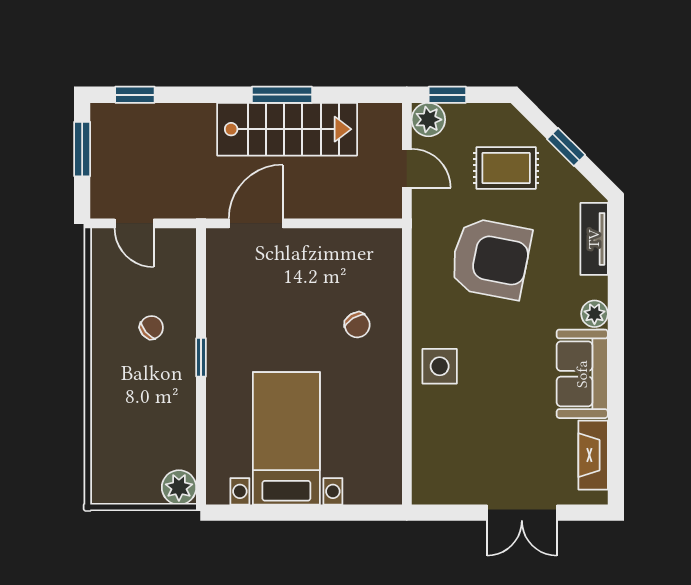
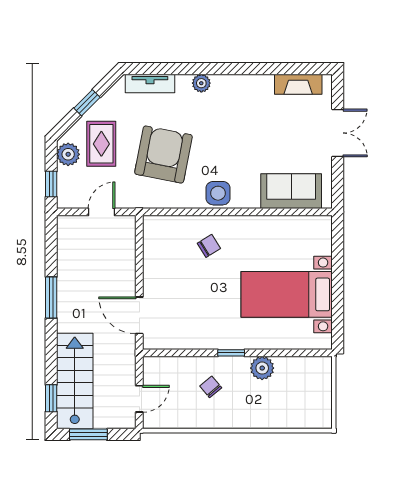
plant: (428, 120) -> (68, 154), moved
stairs: (287, 129) -> (75, 381), moved
side table: (440, 366) -> (218, 193), moved
sofa: (582, 374) -> (291, 191), moved, turned 180
plant: (179, 487) -> (262, 368), moved

